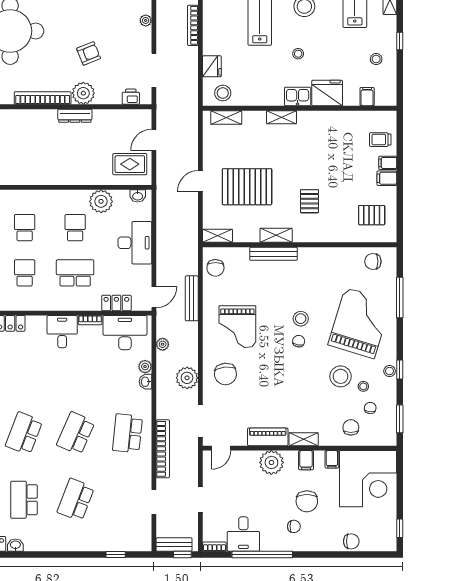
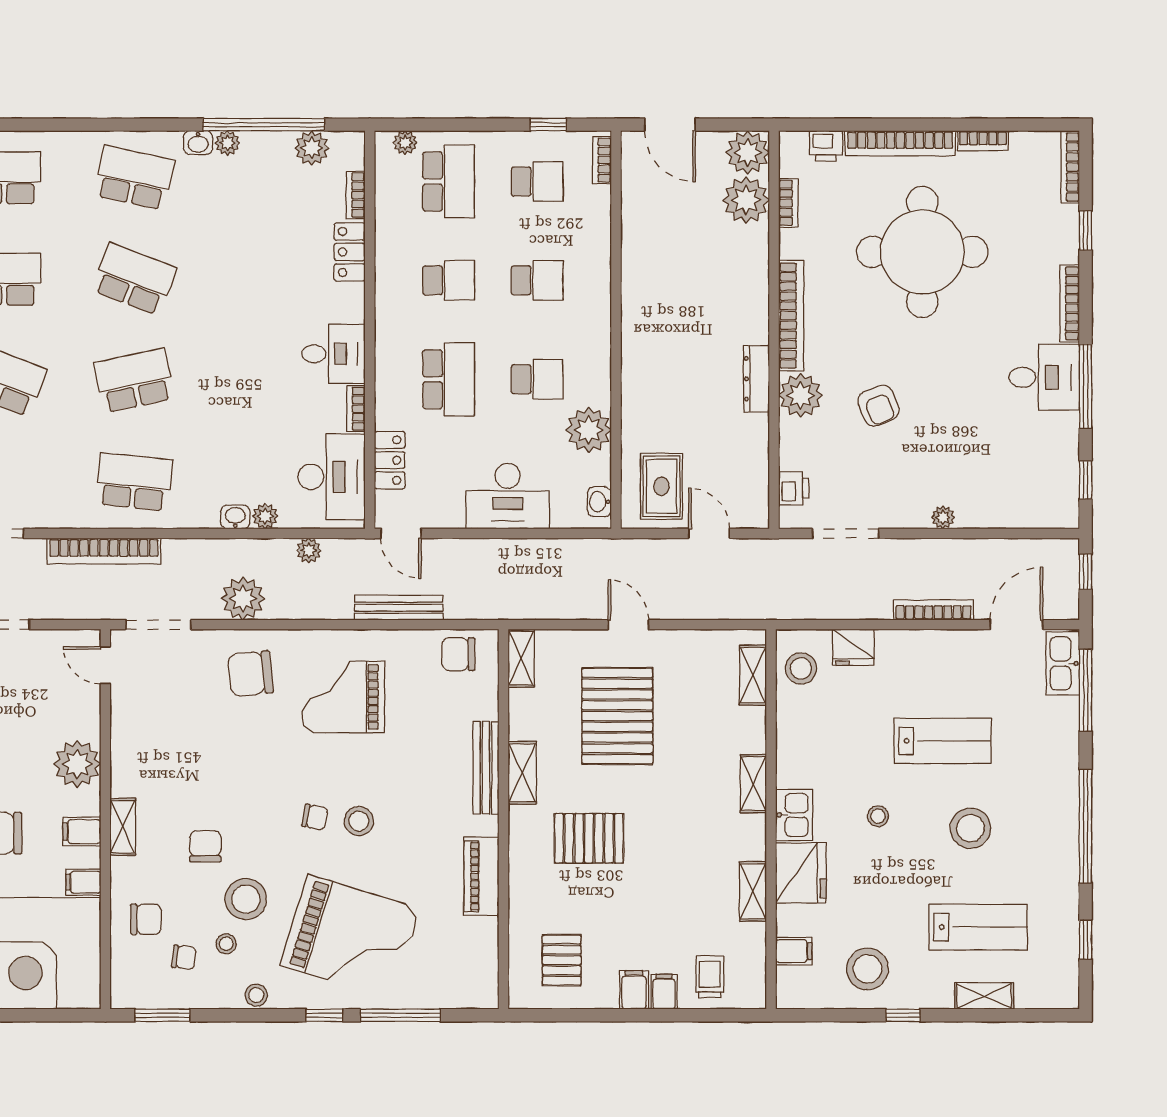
stool: (376, 59) -> (867, 969), width x1.89, depth x1.89
shelving: (337, 117) -> (753, 891), added
pallet: (309, 201) -> (589, 838), width x1.50, depth x1.42
chair: (373, 261) -> (205, 846), moved
window: (400, 370) -> (324, 1015), moved
school desk: (76, 433) -> (134, 381), turned -36
piano: (268, 437) -> (481, 876), moved, turned 180

